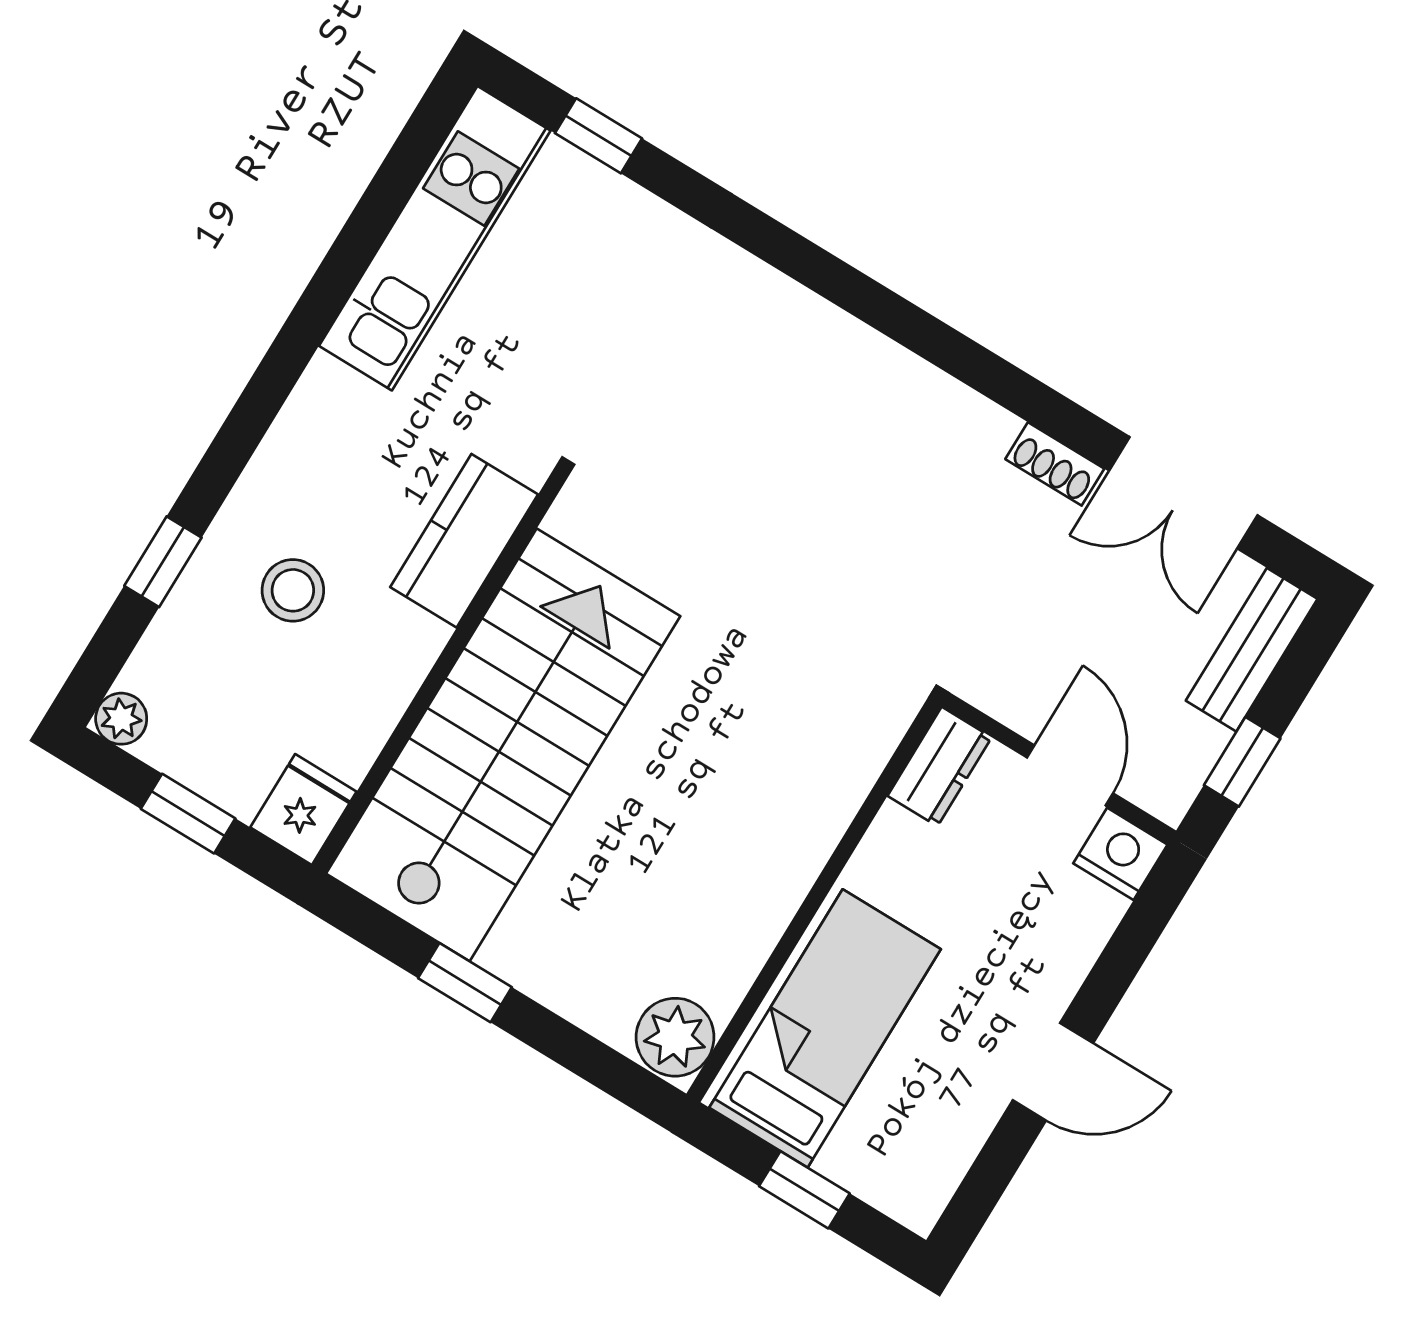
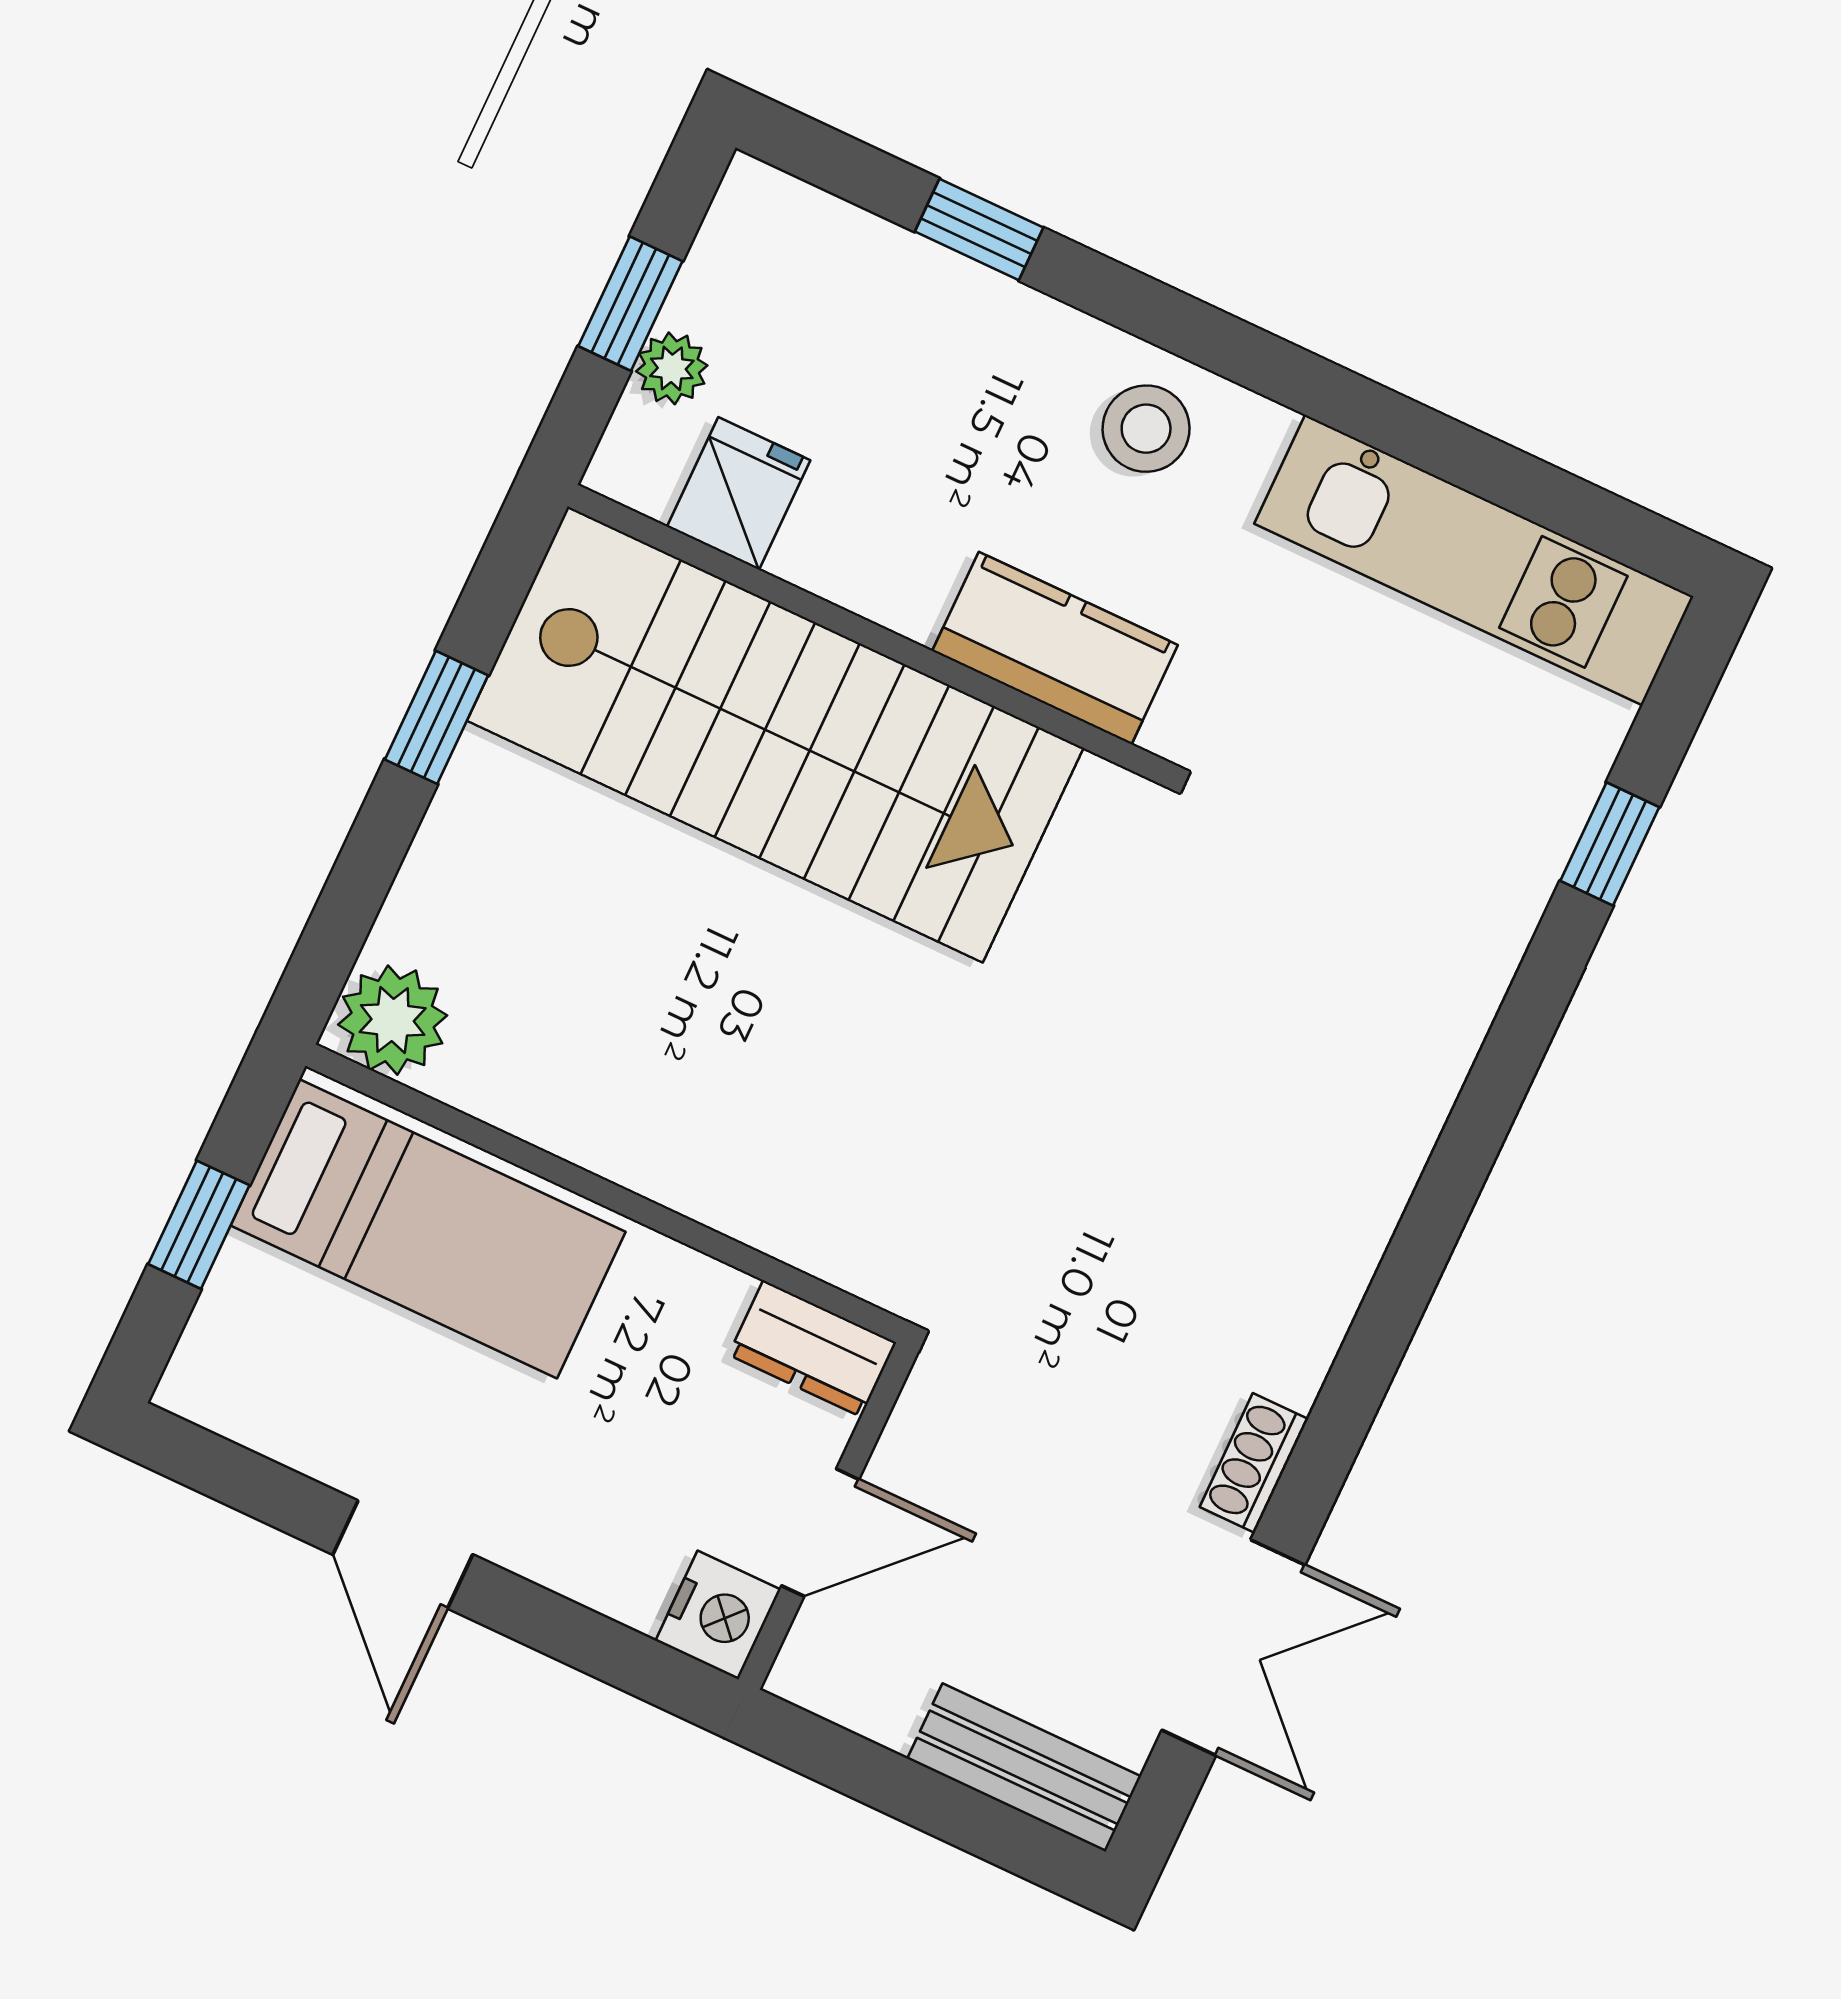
window: (598, 136) -> (1610, 844), moved
double door: (1183, 493) -> (1233, 1648), swing flipped
stool: (293, 590) -> (1146, 429), moved
plant: (121, 719) -> (672, 368), moved
window: (1242, 762) -> (866, 1772), removed
fridge: (303, 810) -> (739, 493), moved, turned -90

